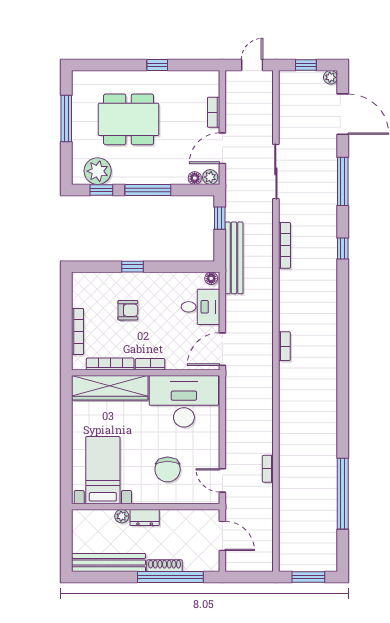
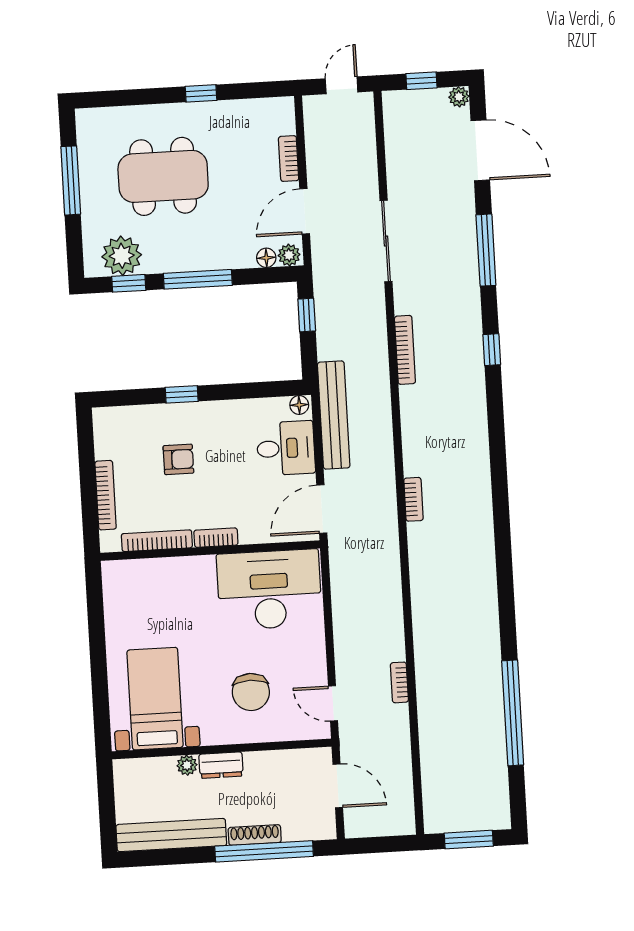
bench: (234, 258) -> (334, 415), moved
wardrobe: (110, 388) -> (158, 576), removed

